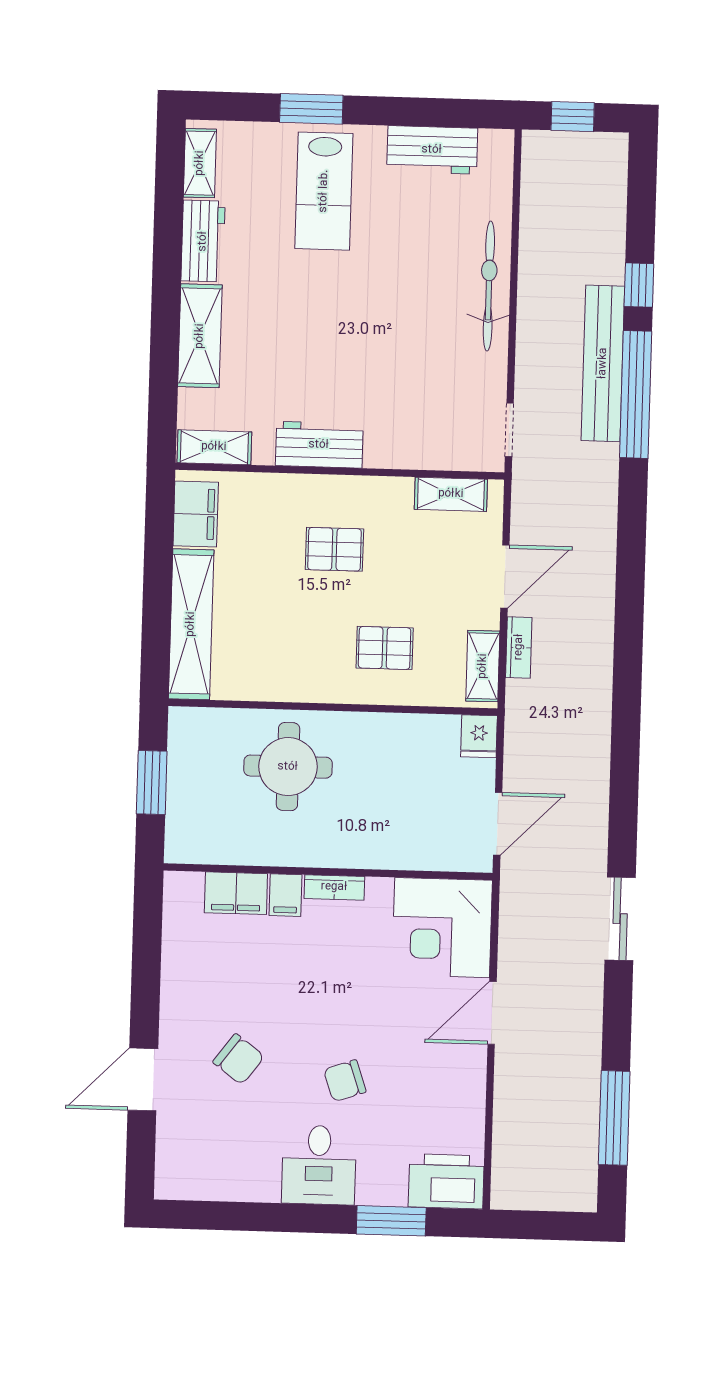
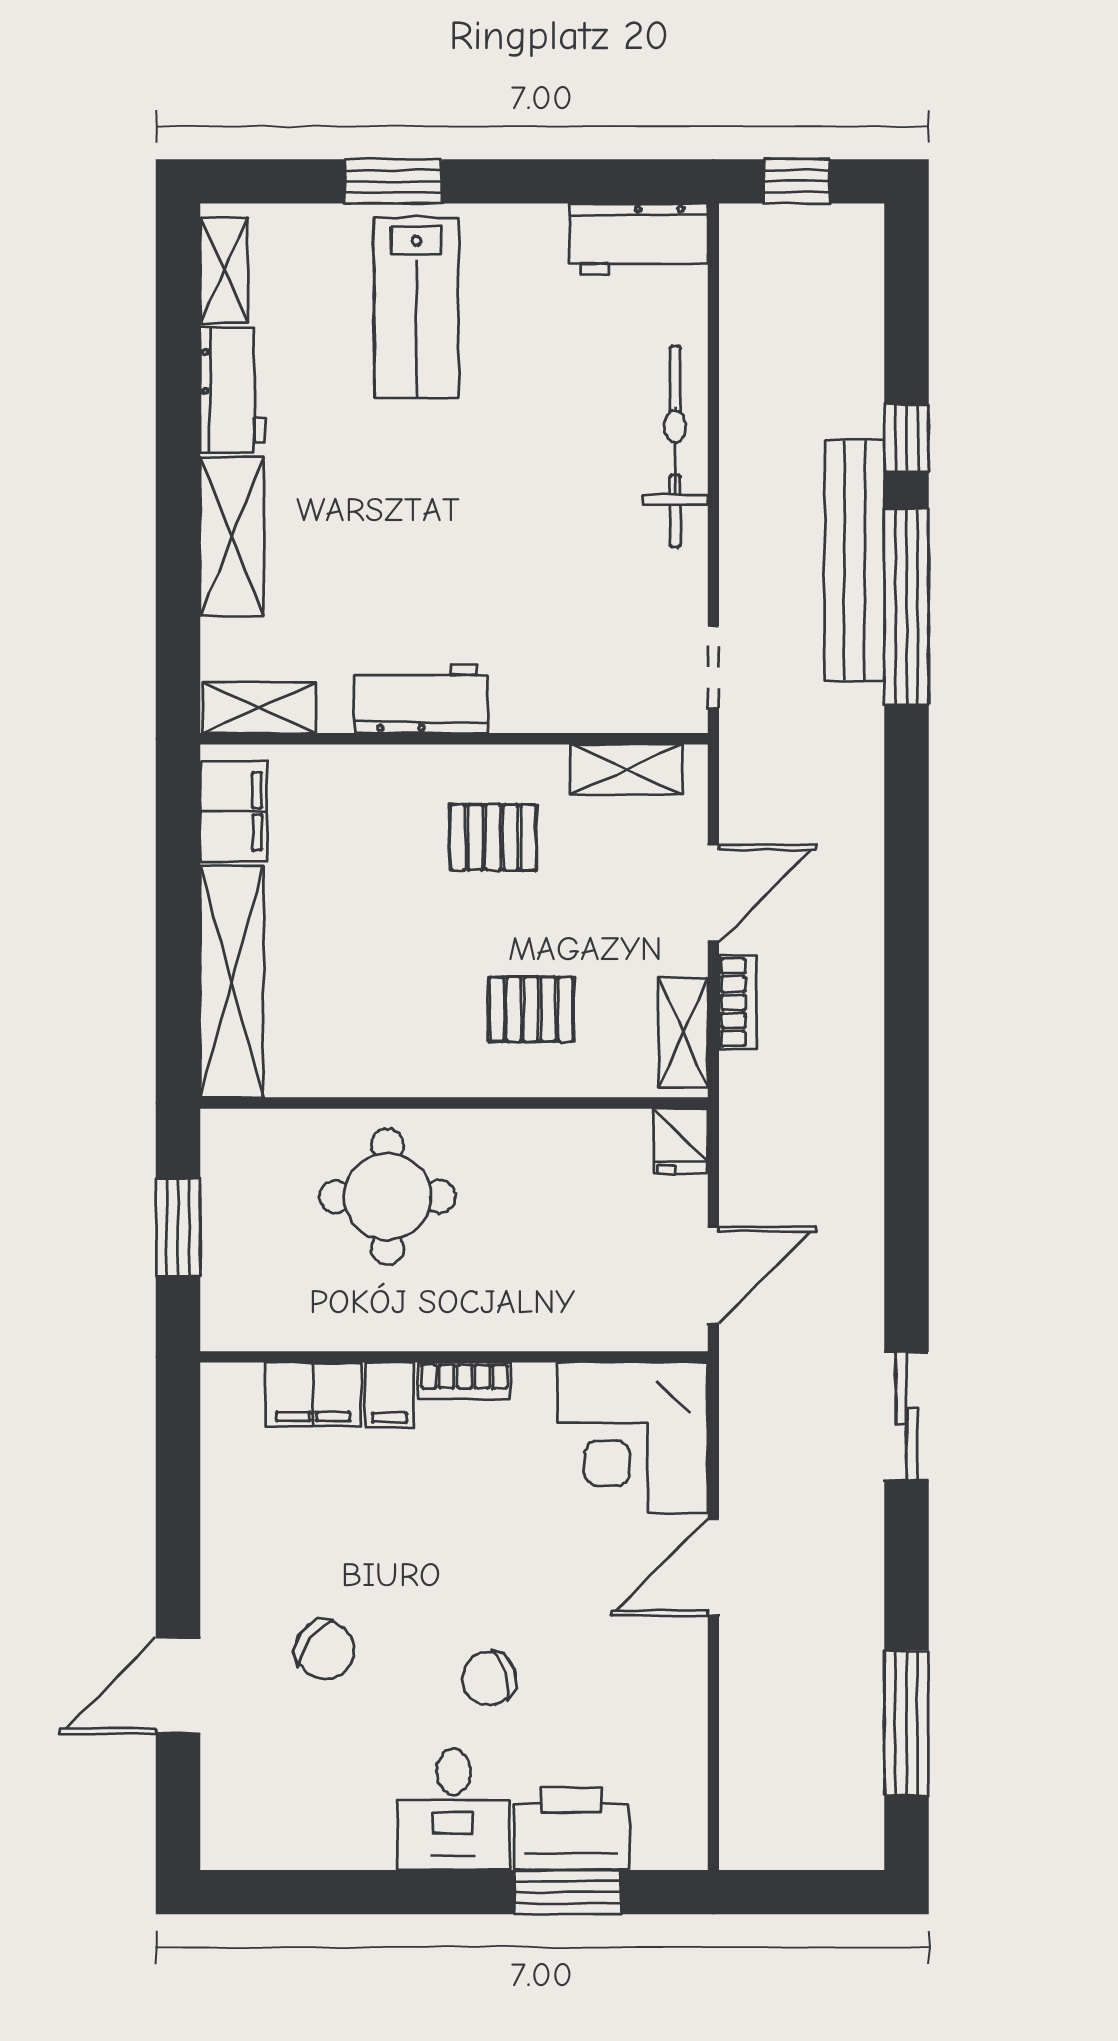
workbench: (432, 150) -> (639, 239), moved
pallet: (334, 549) -> (493, 837), moved
printer: (446, 1181) -> (571, 1829), moved

